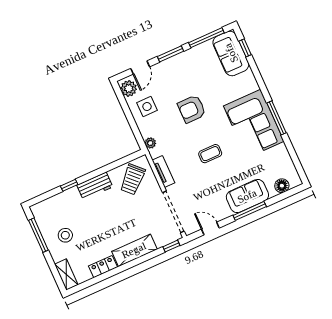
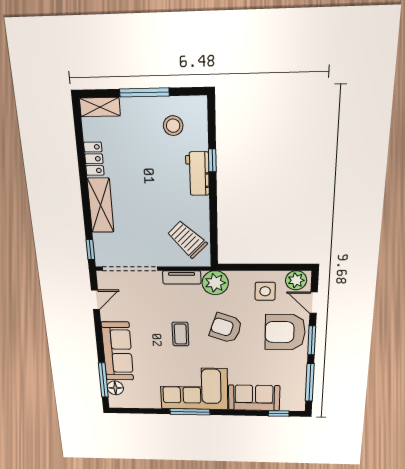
sofa: (231, 53) -> (254, 398), moved
armchair: (173, 77) -> (285, 332), added
armchair: (192, 109) -> (226, 328), moved, turned -71
plant: (150, 143) -> (215, 283), width x1.88, depth x1.88
workbench: (95, 186) -> (198, 174), moved
sofa: (247, 196) -> (117, 351), width x1.36
window: (250, 211) -> (103, 380), moved
window: (38, 235) -> (144, 92), moved
stool: (65, 235) -> (173, 126), moved

